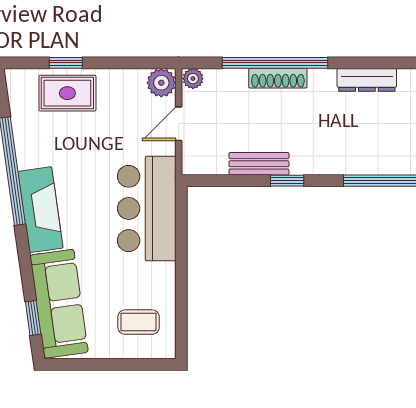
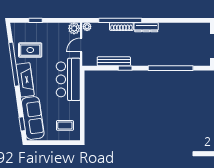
dresser: (367, 80) -> (146, 27), moved
rug: (67, 93) -> (30, 50), moved
bench: (259, 164) -> (114, 61), width x1.36

